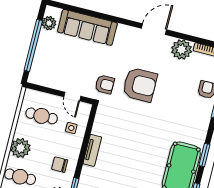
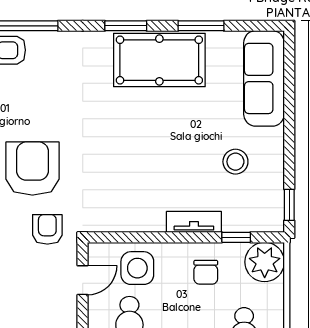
side table: (71, 128) -> (137, 268), width x1.87, depth x1.87
tv unit: (92, 150) -> (194, 222), moved

